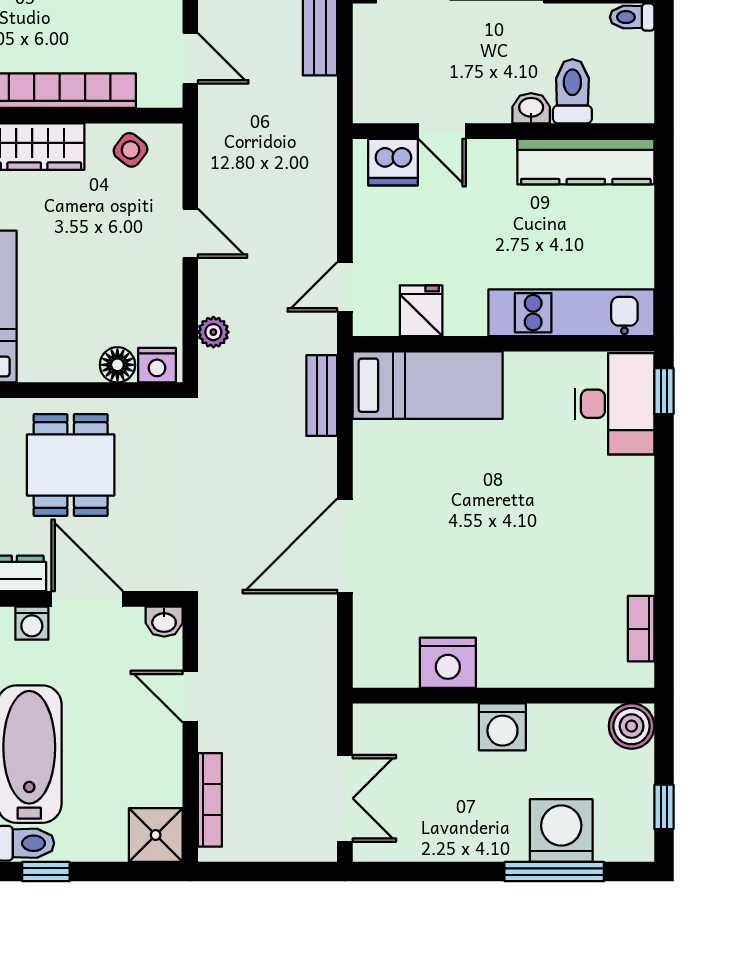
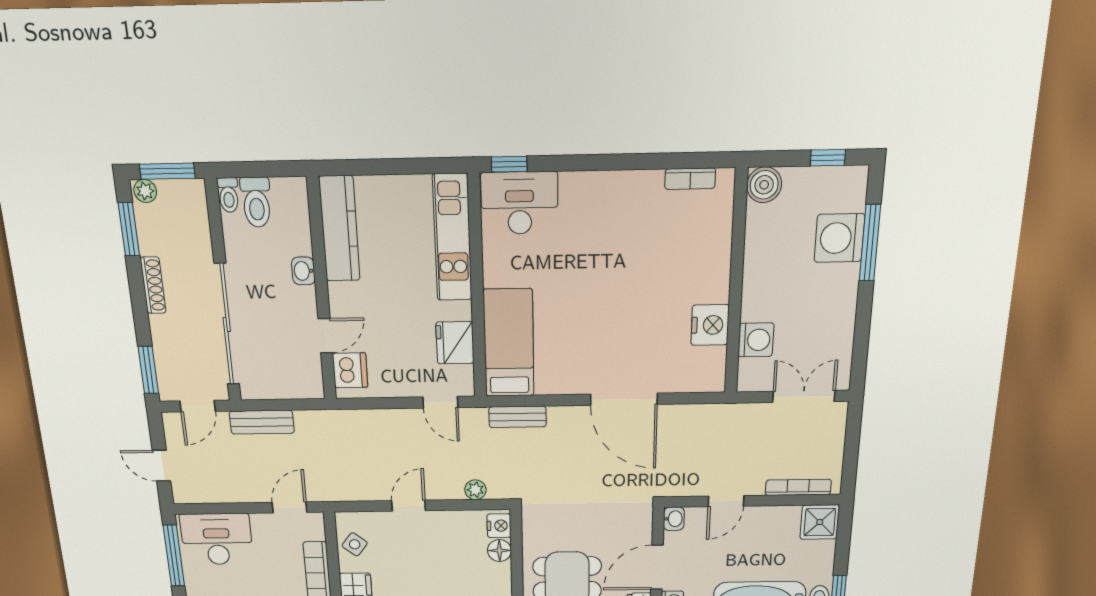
toilet: (572, 91) -> (256, 202), moved, turned -90
fridge: (421, 311) -> (455, 343), width x1.38
washing machine: (502, 727) -> (756, 340), moved

